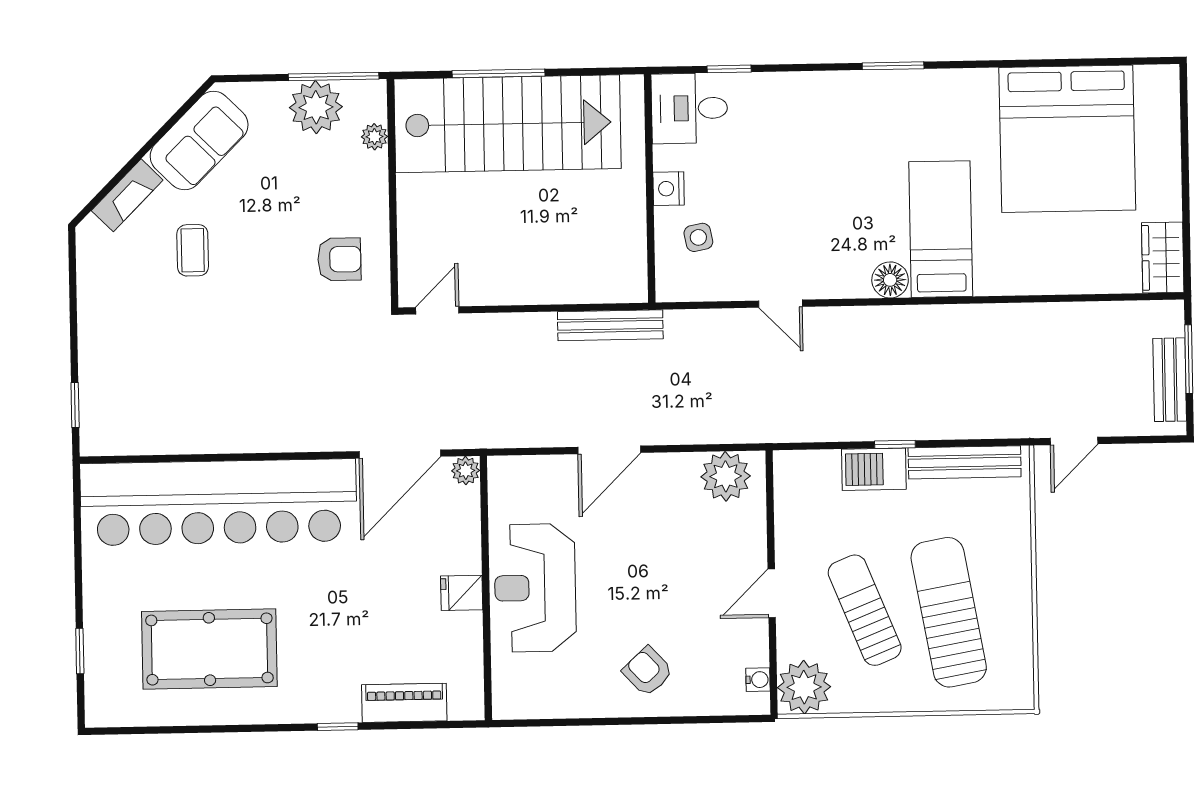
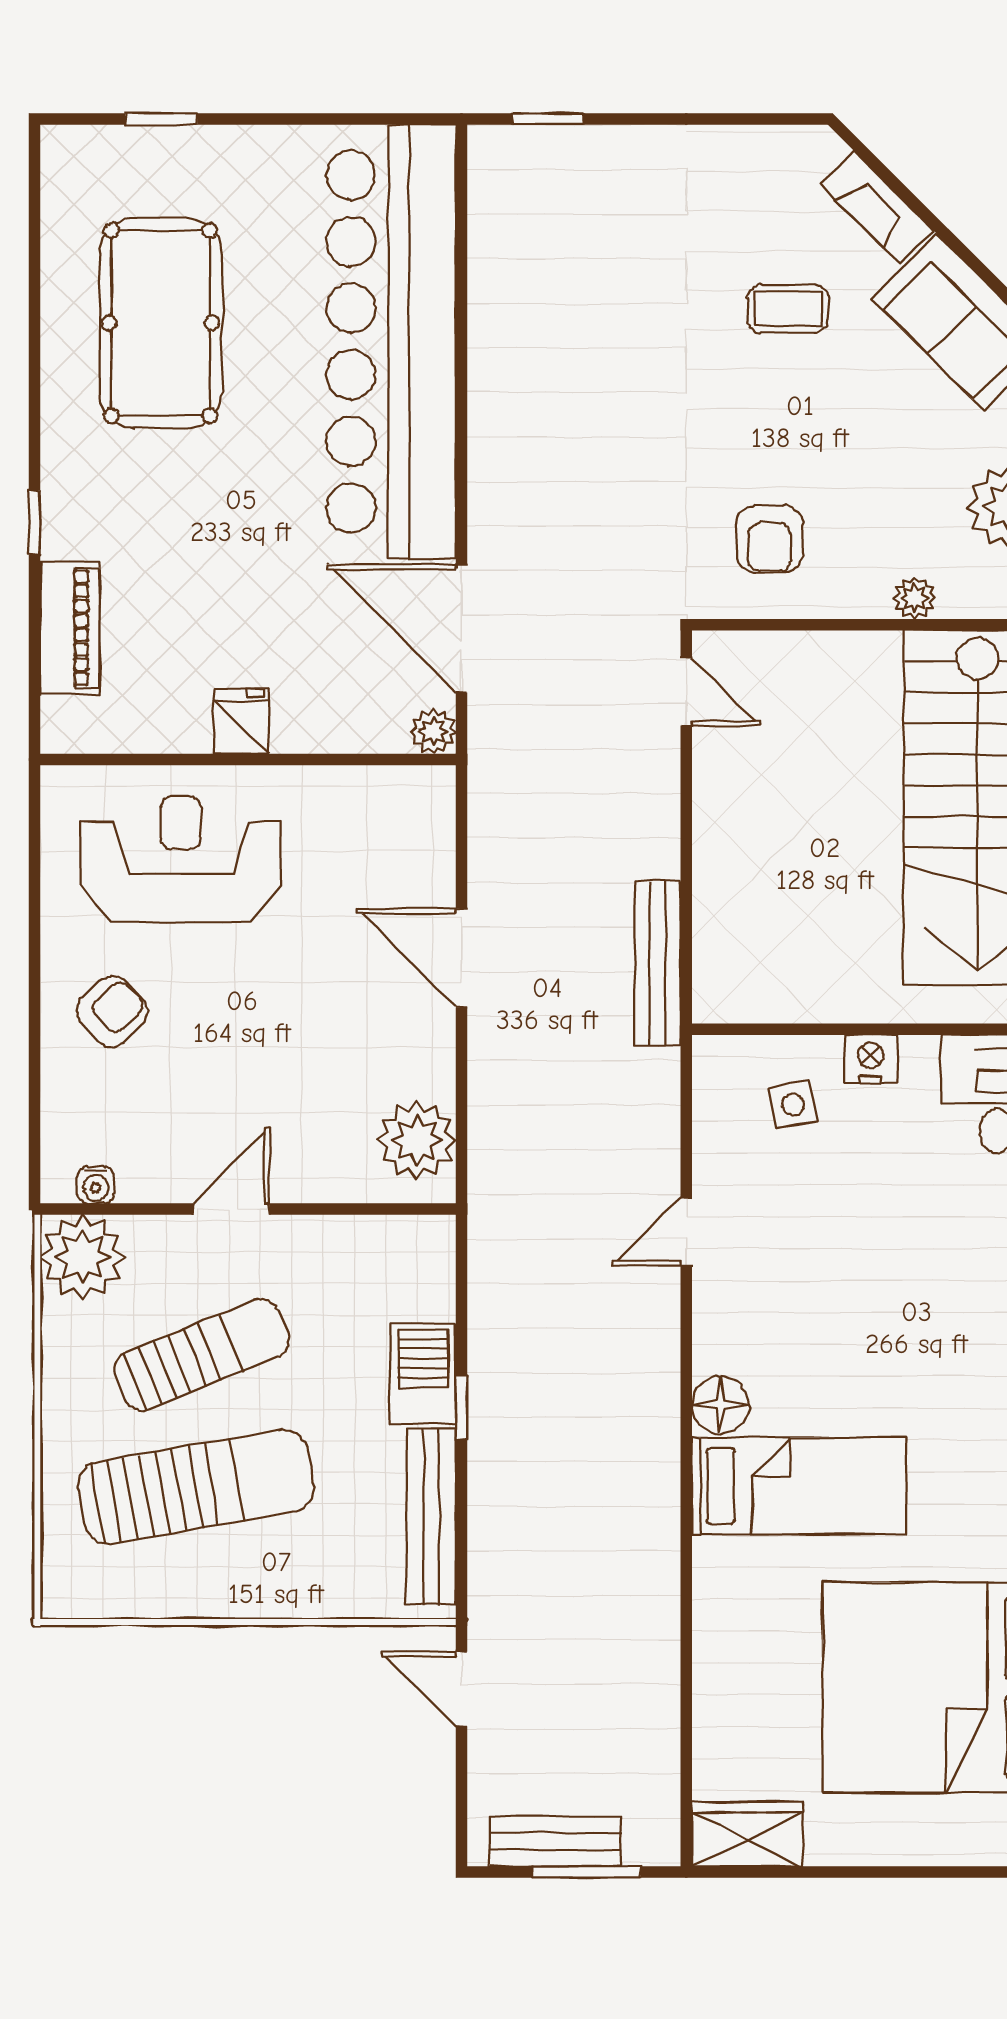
plant: (374, 137) -> (915, 598), moved
reception desk: (535, 588) -> (181, 859), moved
door: (772, 593) -> (231, 1209), hinge flipped

